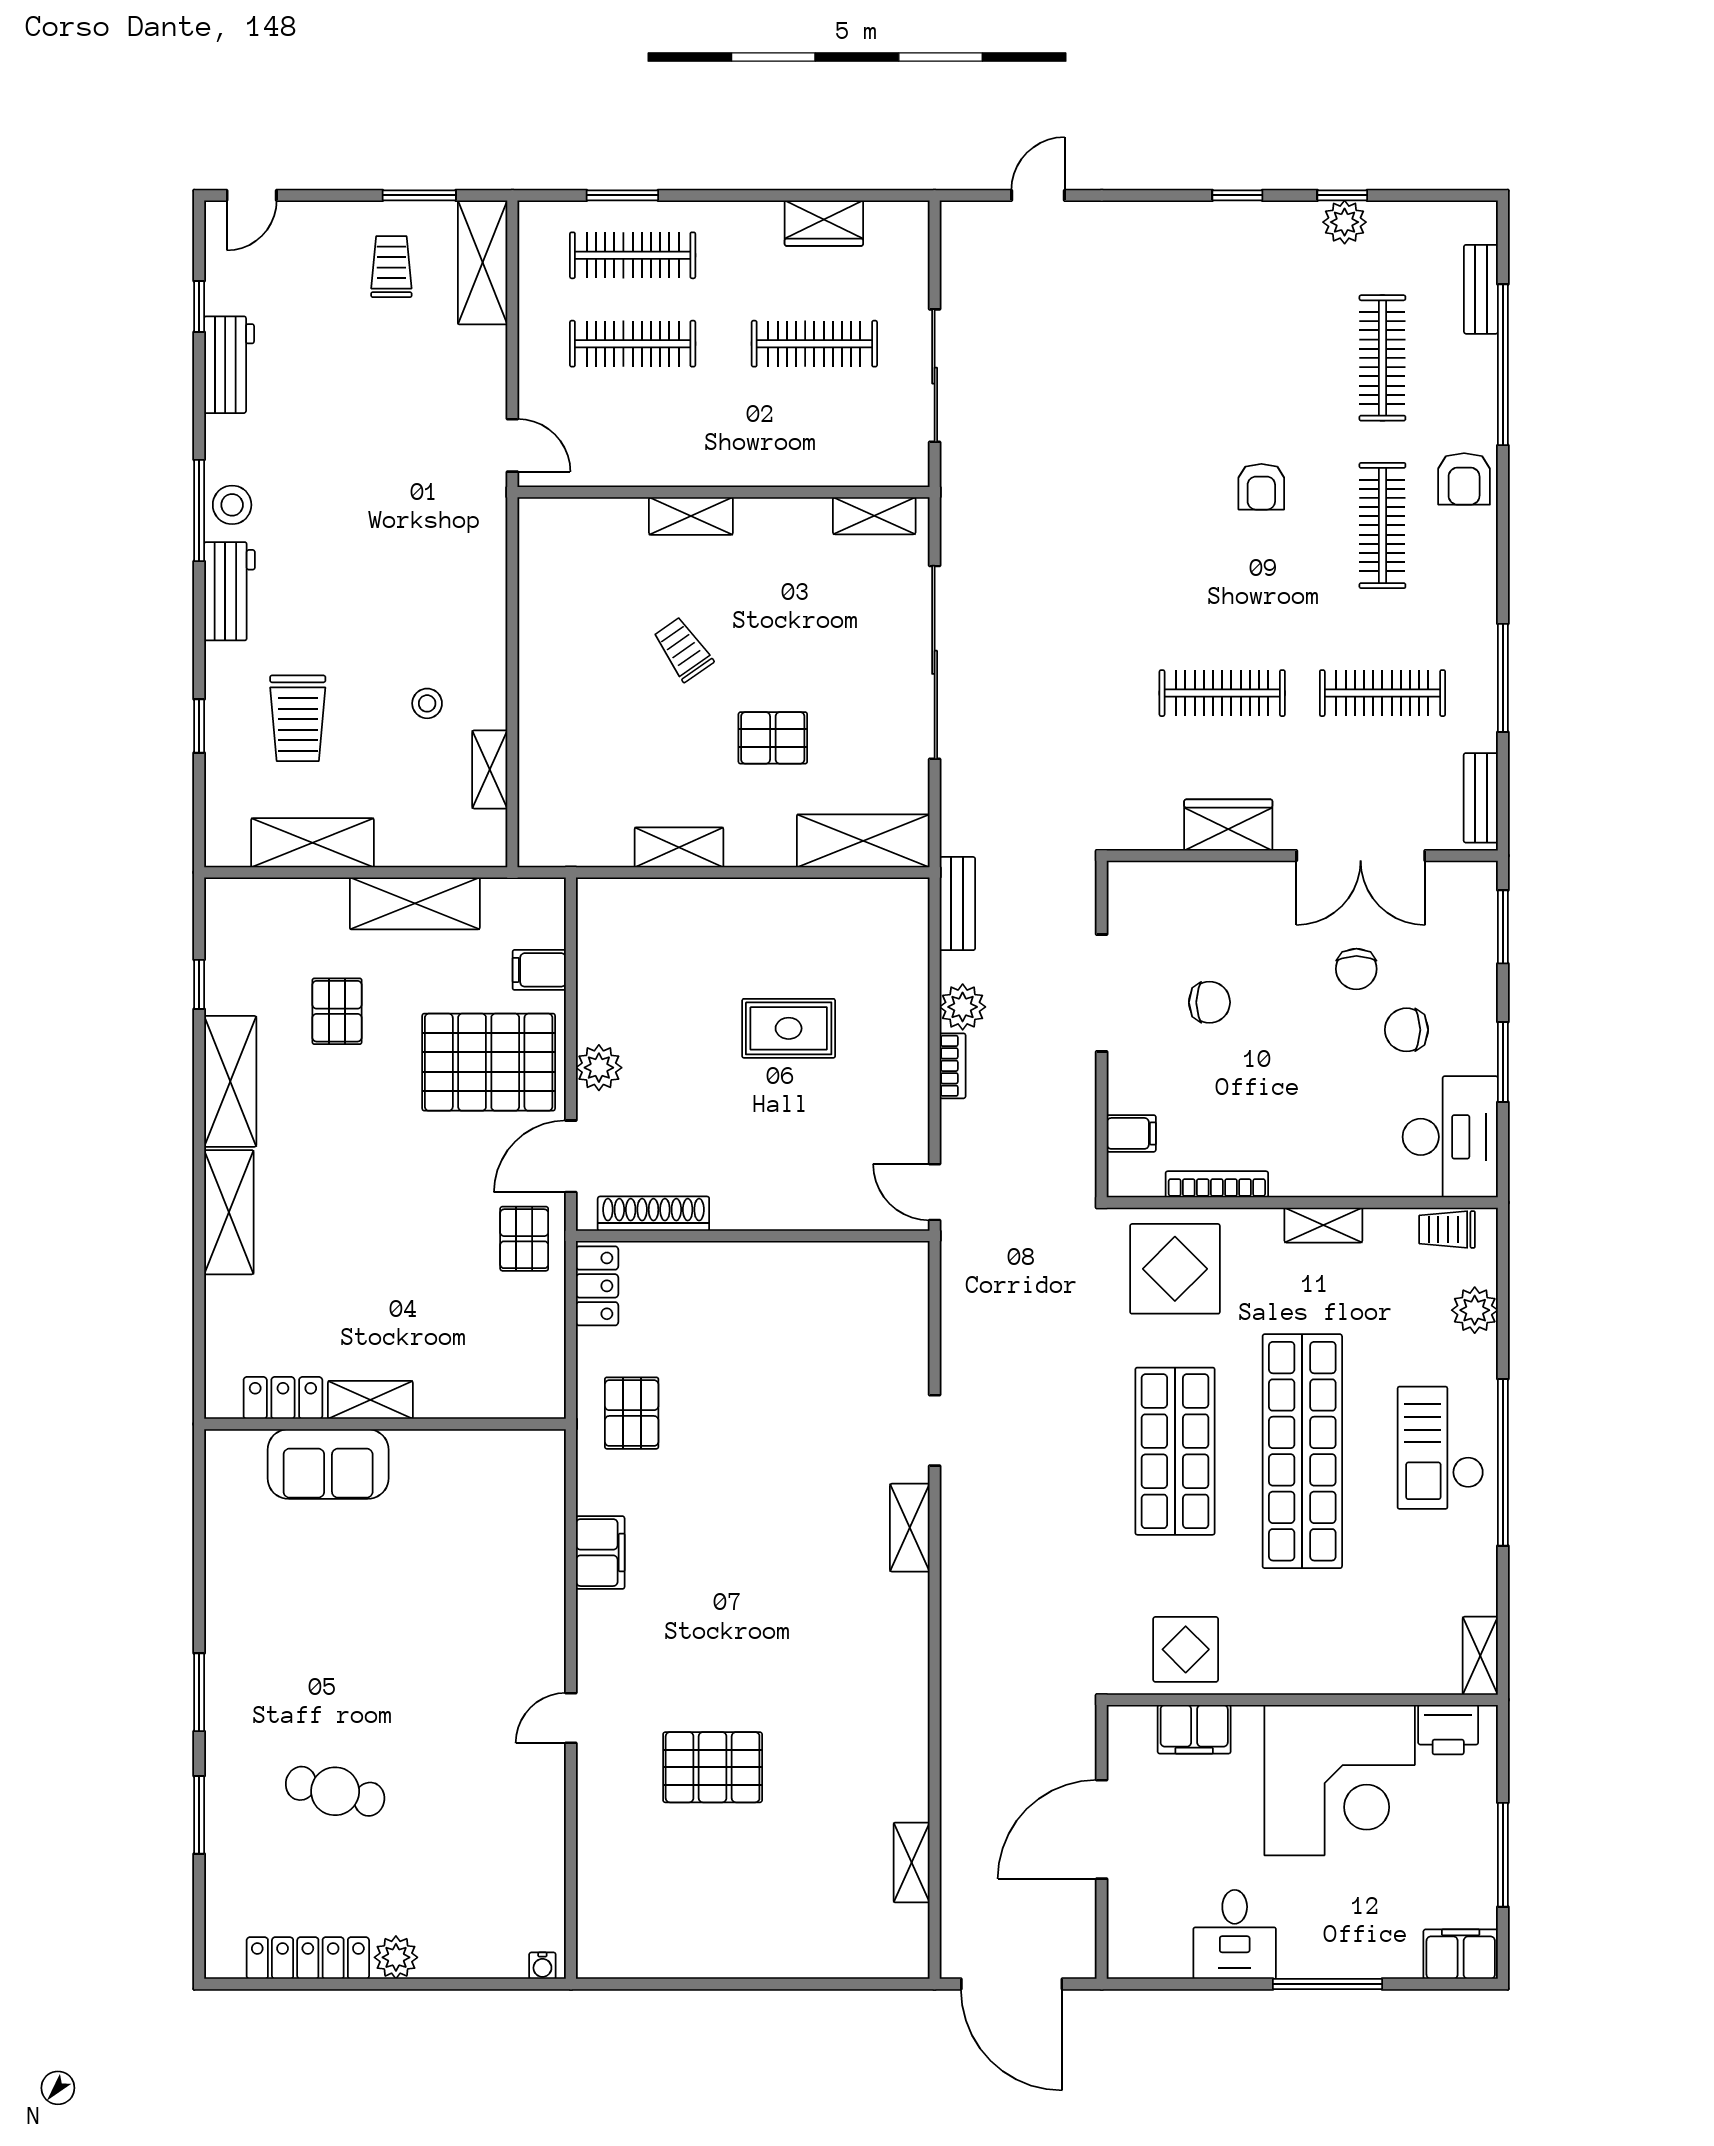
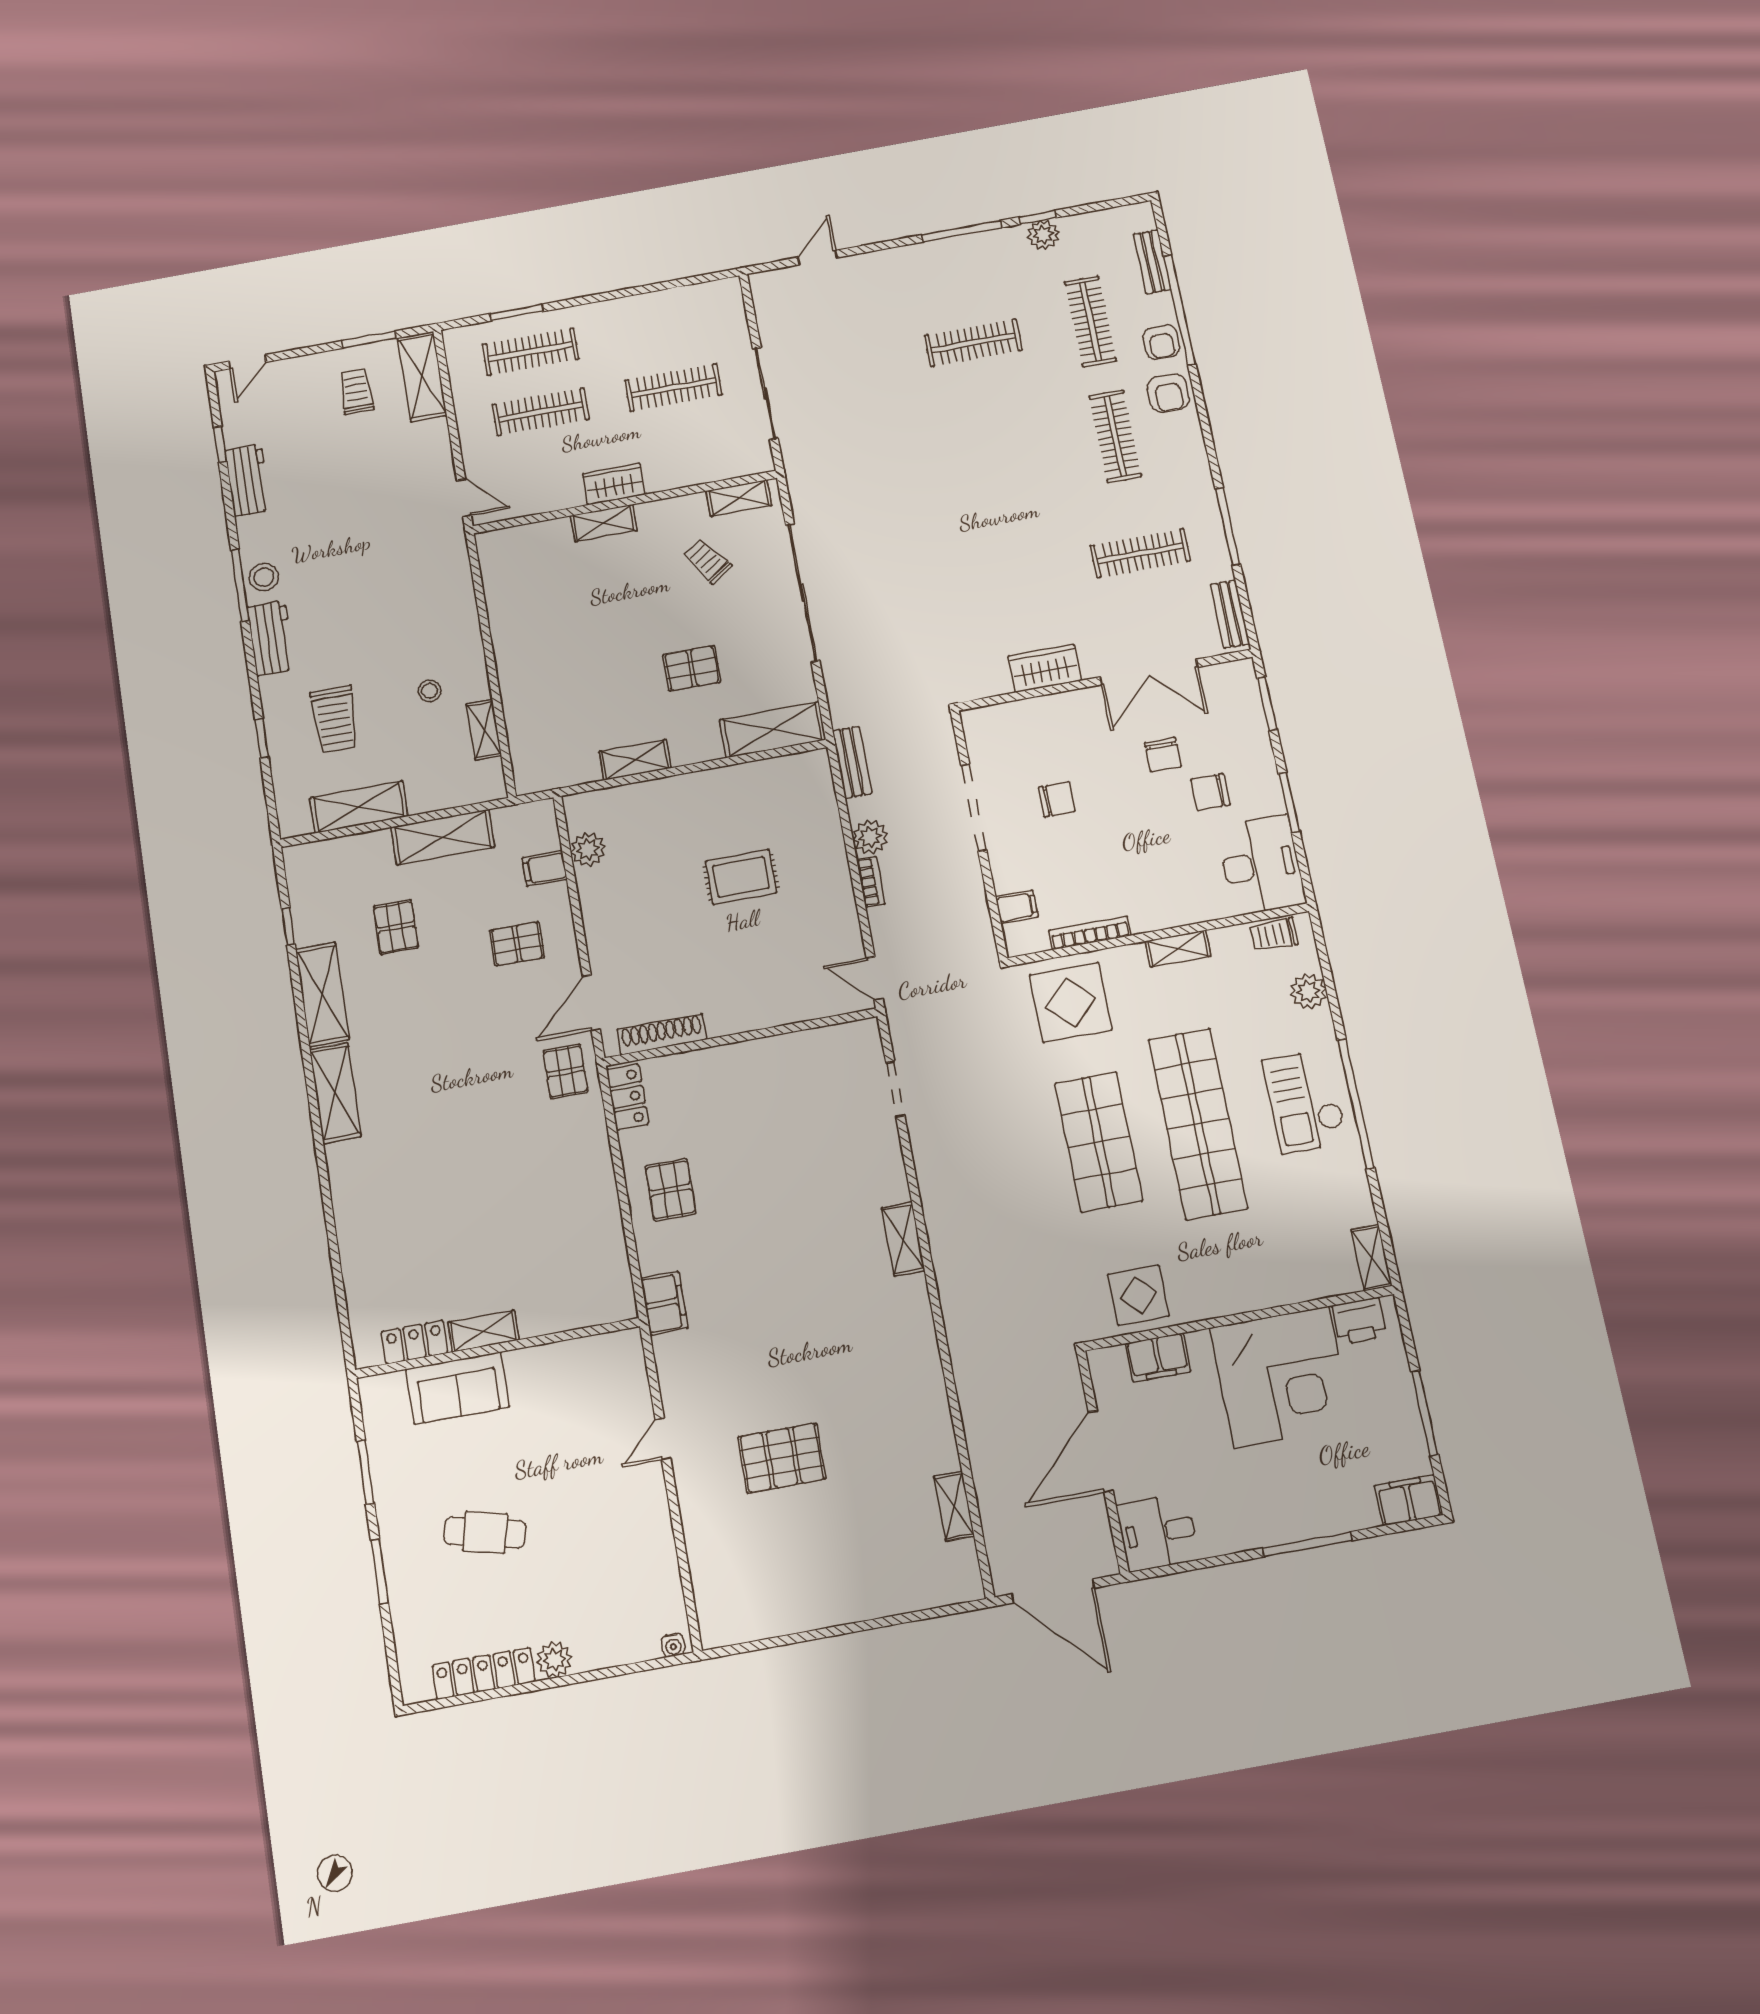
window: (1237, 195) -> (962, 231), width x2.17
wardrobe: (824, 223) -> (614, 484), moved, turned 180
armchair: (1261, 487) -> (1161, 342), moved
trolley: (683, 649) -> (707, 561), moved
clothes rail: (1222, 693) -> (973, 343), moved
pallet: (489, 1062) -> (517, 944), width x0.49, depth x0.50
plant: (599, 1068) -> (588, 850), moved
locker: (283, 1398) -> (415, 1342), moved
shelving: (370, 1400) -> (483, 1331), moved
wall: (385, 1424) -> (498, 1348), moved
doorway: (935, 1430) -> (895, 1089), moved
sofa: (328, 1464) -> (458, 1388), moved
desk: (1235, 1934) -> (1158, 1532), moved, turned 90

